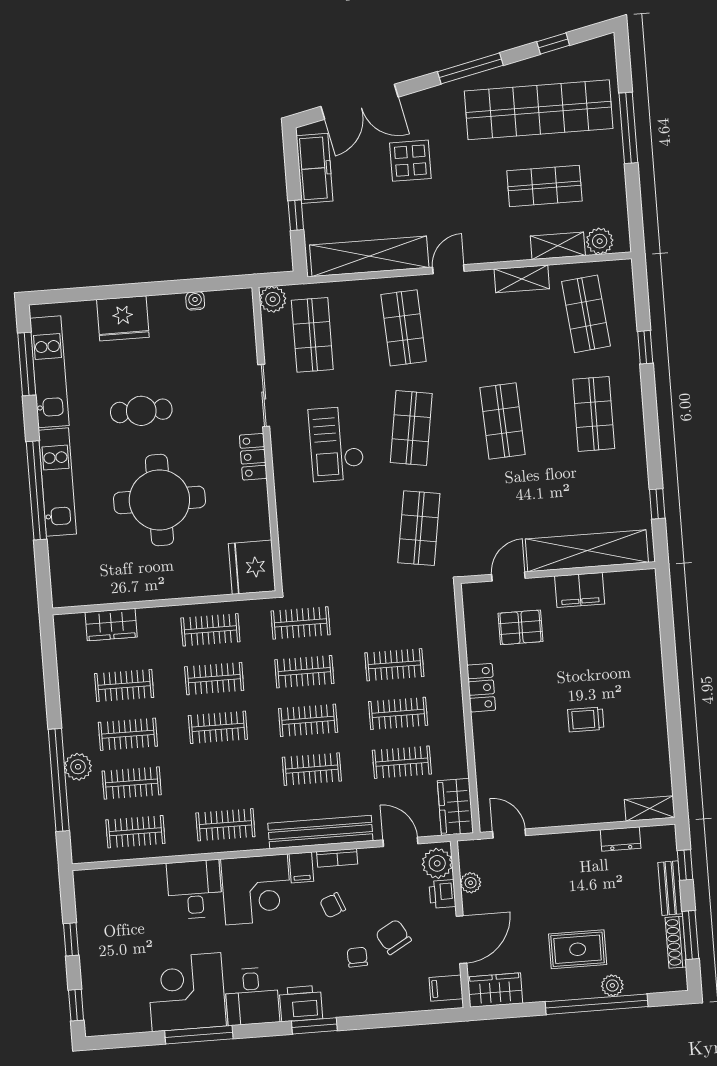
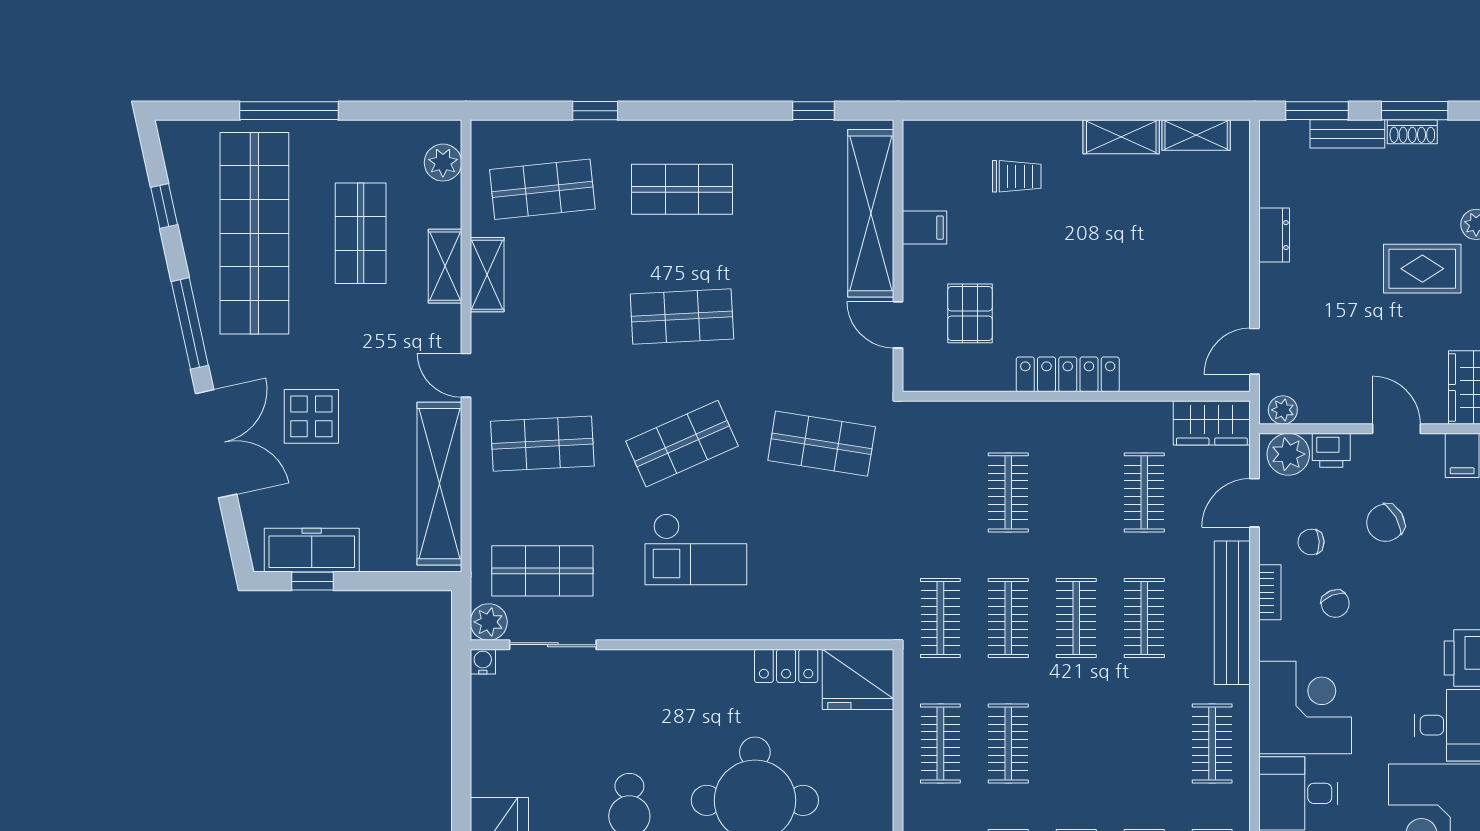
double door: (359, 102) -> (216, 444), moved
window: (296, 215) -> (312, 581), moved
shelving: (558, 246) -> (445, 266), moved
water cooler: (195, 301) -> (483, 662), moved, turned 90
sliding door: (264, 396) -> (553, 645), moved
shop shelf: (411, 428) -> (682, 444), turned -33
locker: (253, 457) -> (786, 666), moved
filing cabinet: (580, 590) -> (924, 228), width x0.50
locker: (481, 688) -> (1068, 374), width x1.53
clothes rail: (398, 713) -> (1076, 492), removed
trolley: (586, 719) -> (1017, 176), moved, turned -90
shelving: (656, 726) -> (1121, 137), added
clothes rail: (218, 727) -> (1076, 744), removed
shelving: (650, 809) -> (1196, 135), moved, turned 90
dresser: (621, 839) -> (1274, 235), moved
window: (685, 865) -> (1317, 111), width x1.50
filing cabinet: (301, 867) -> (1279, 643), removed
plant: (471, 883) -> (1283, 410), moved
door: (461, 940) -> (1396, 429), width x0.73
shoe rack: (676, 942) -> (1412, 132), width x0.70
rug: (578, 949) -> (1422, 269), turned 90
chair: (357, 957) -> (1311, 542), moved

